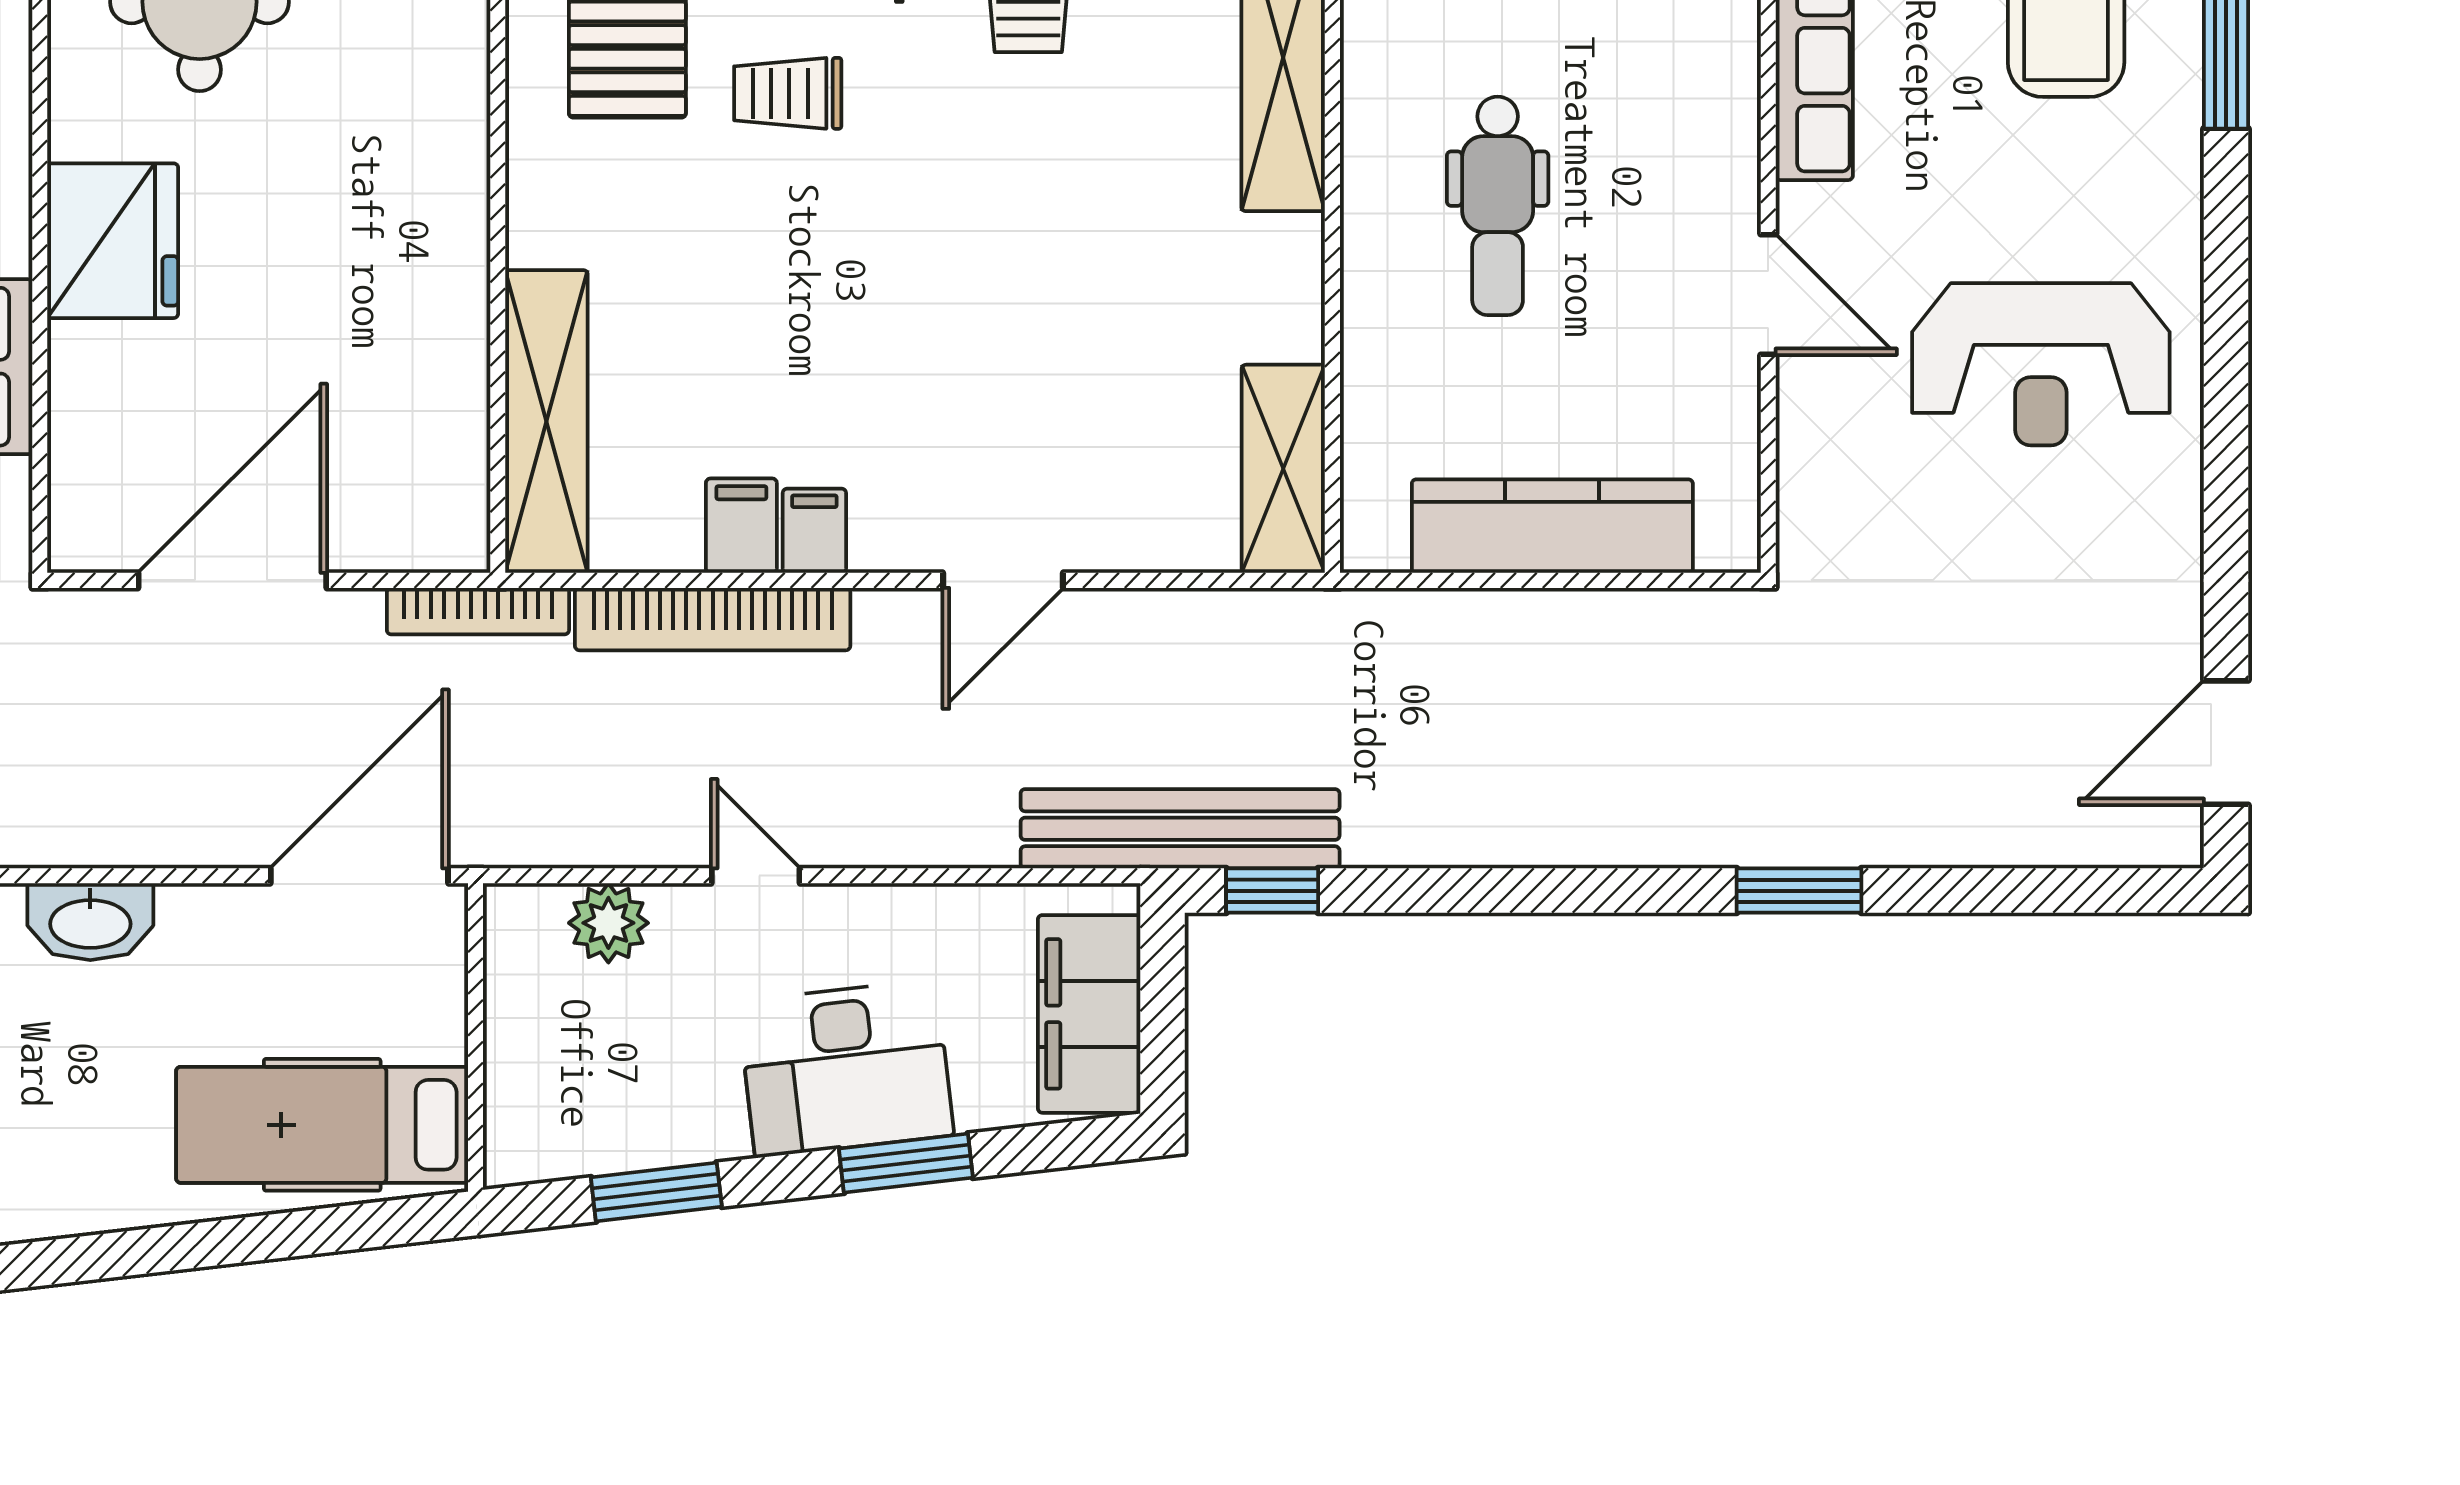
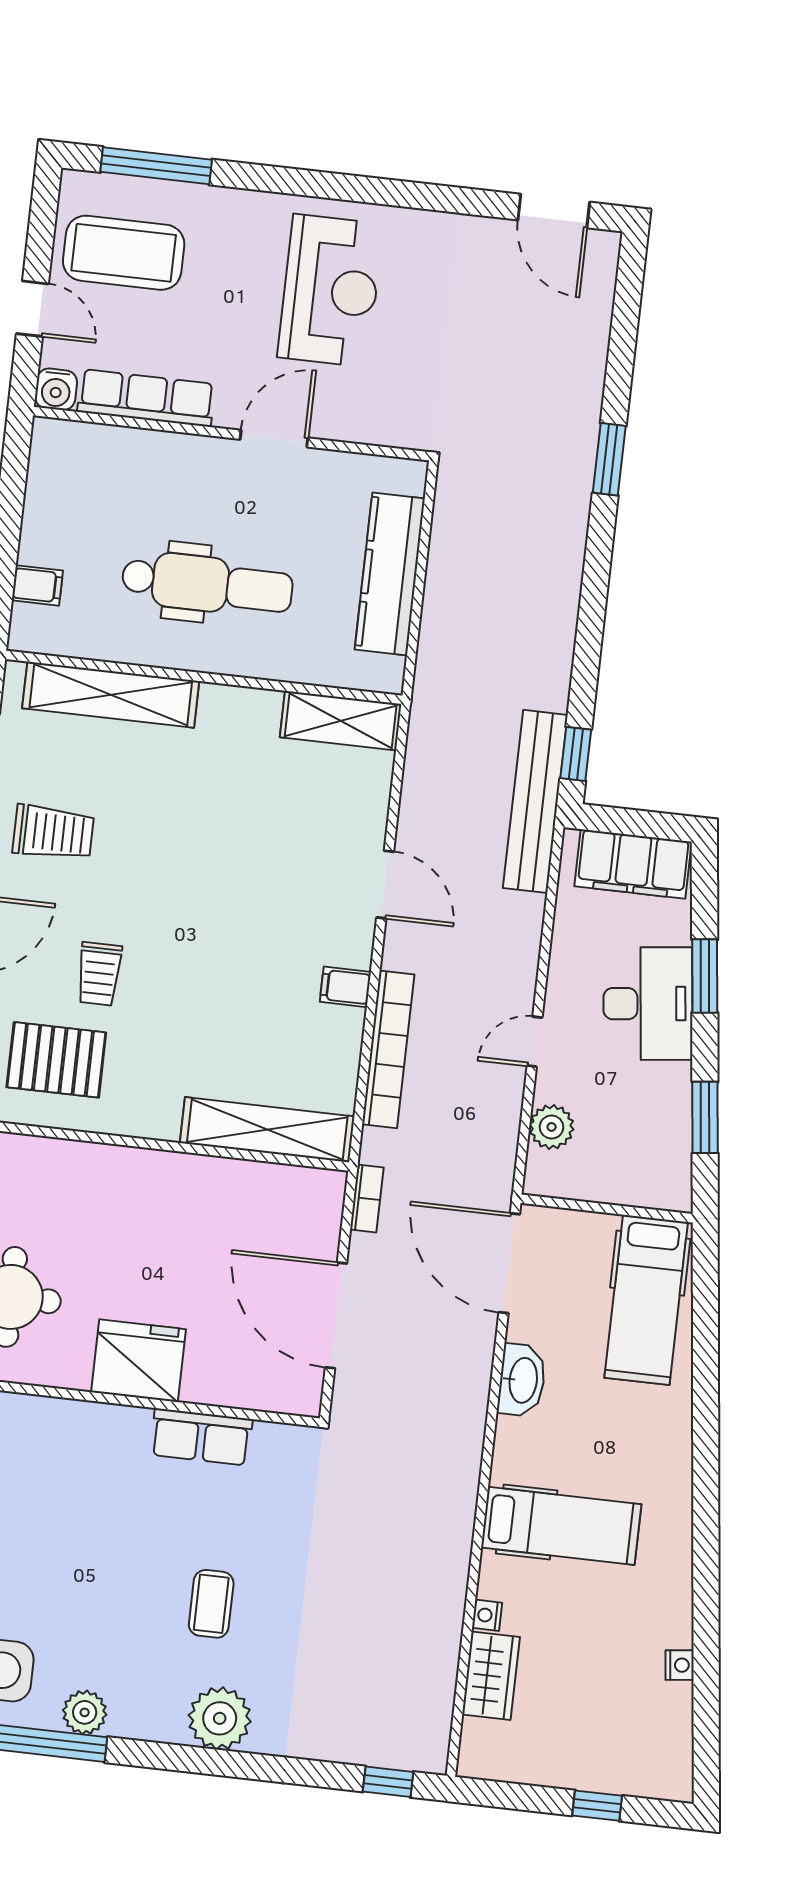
dental chair: (1498, 206) -> (207, 584), width x1.36, depth x1.38
filing cabinet: (741, 526) -> (338, 1027), removed
bookcase: (478, 611) -> (367, 1198), width x0.64
washbasin: (90, 922) -> (522, 1380), moved

